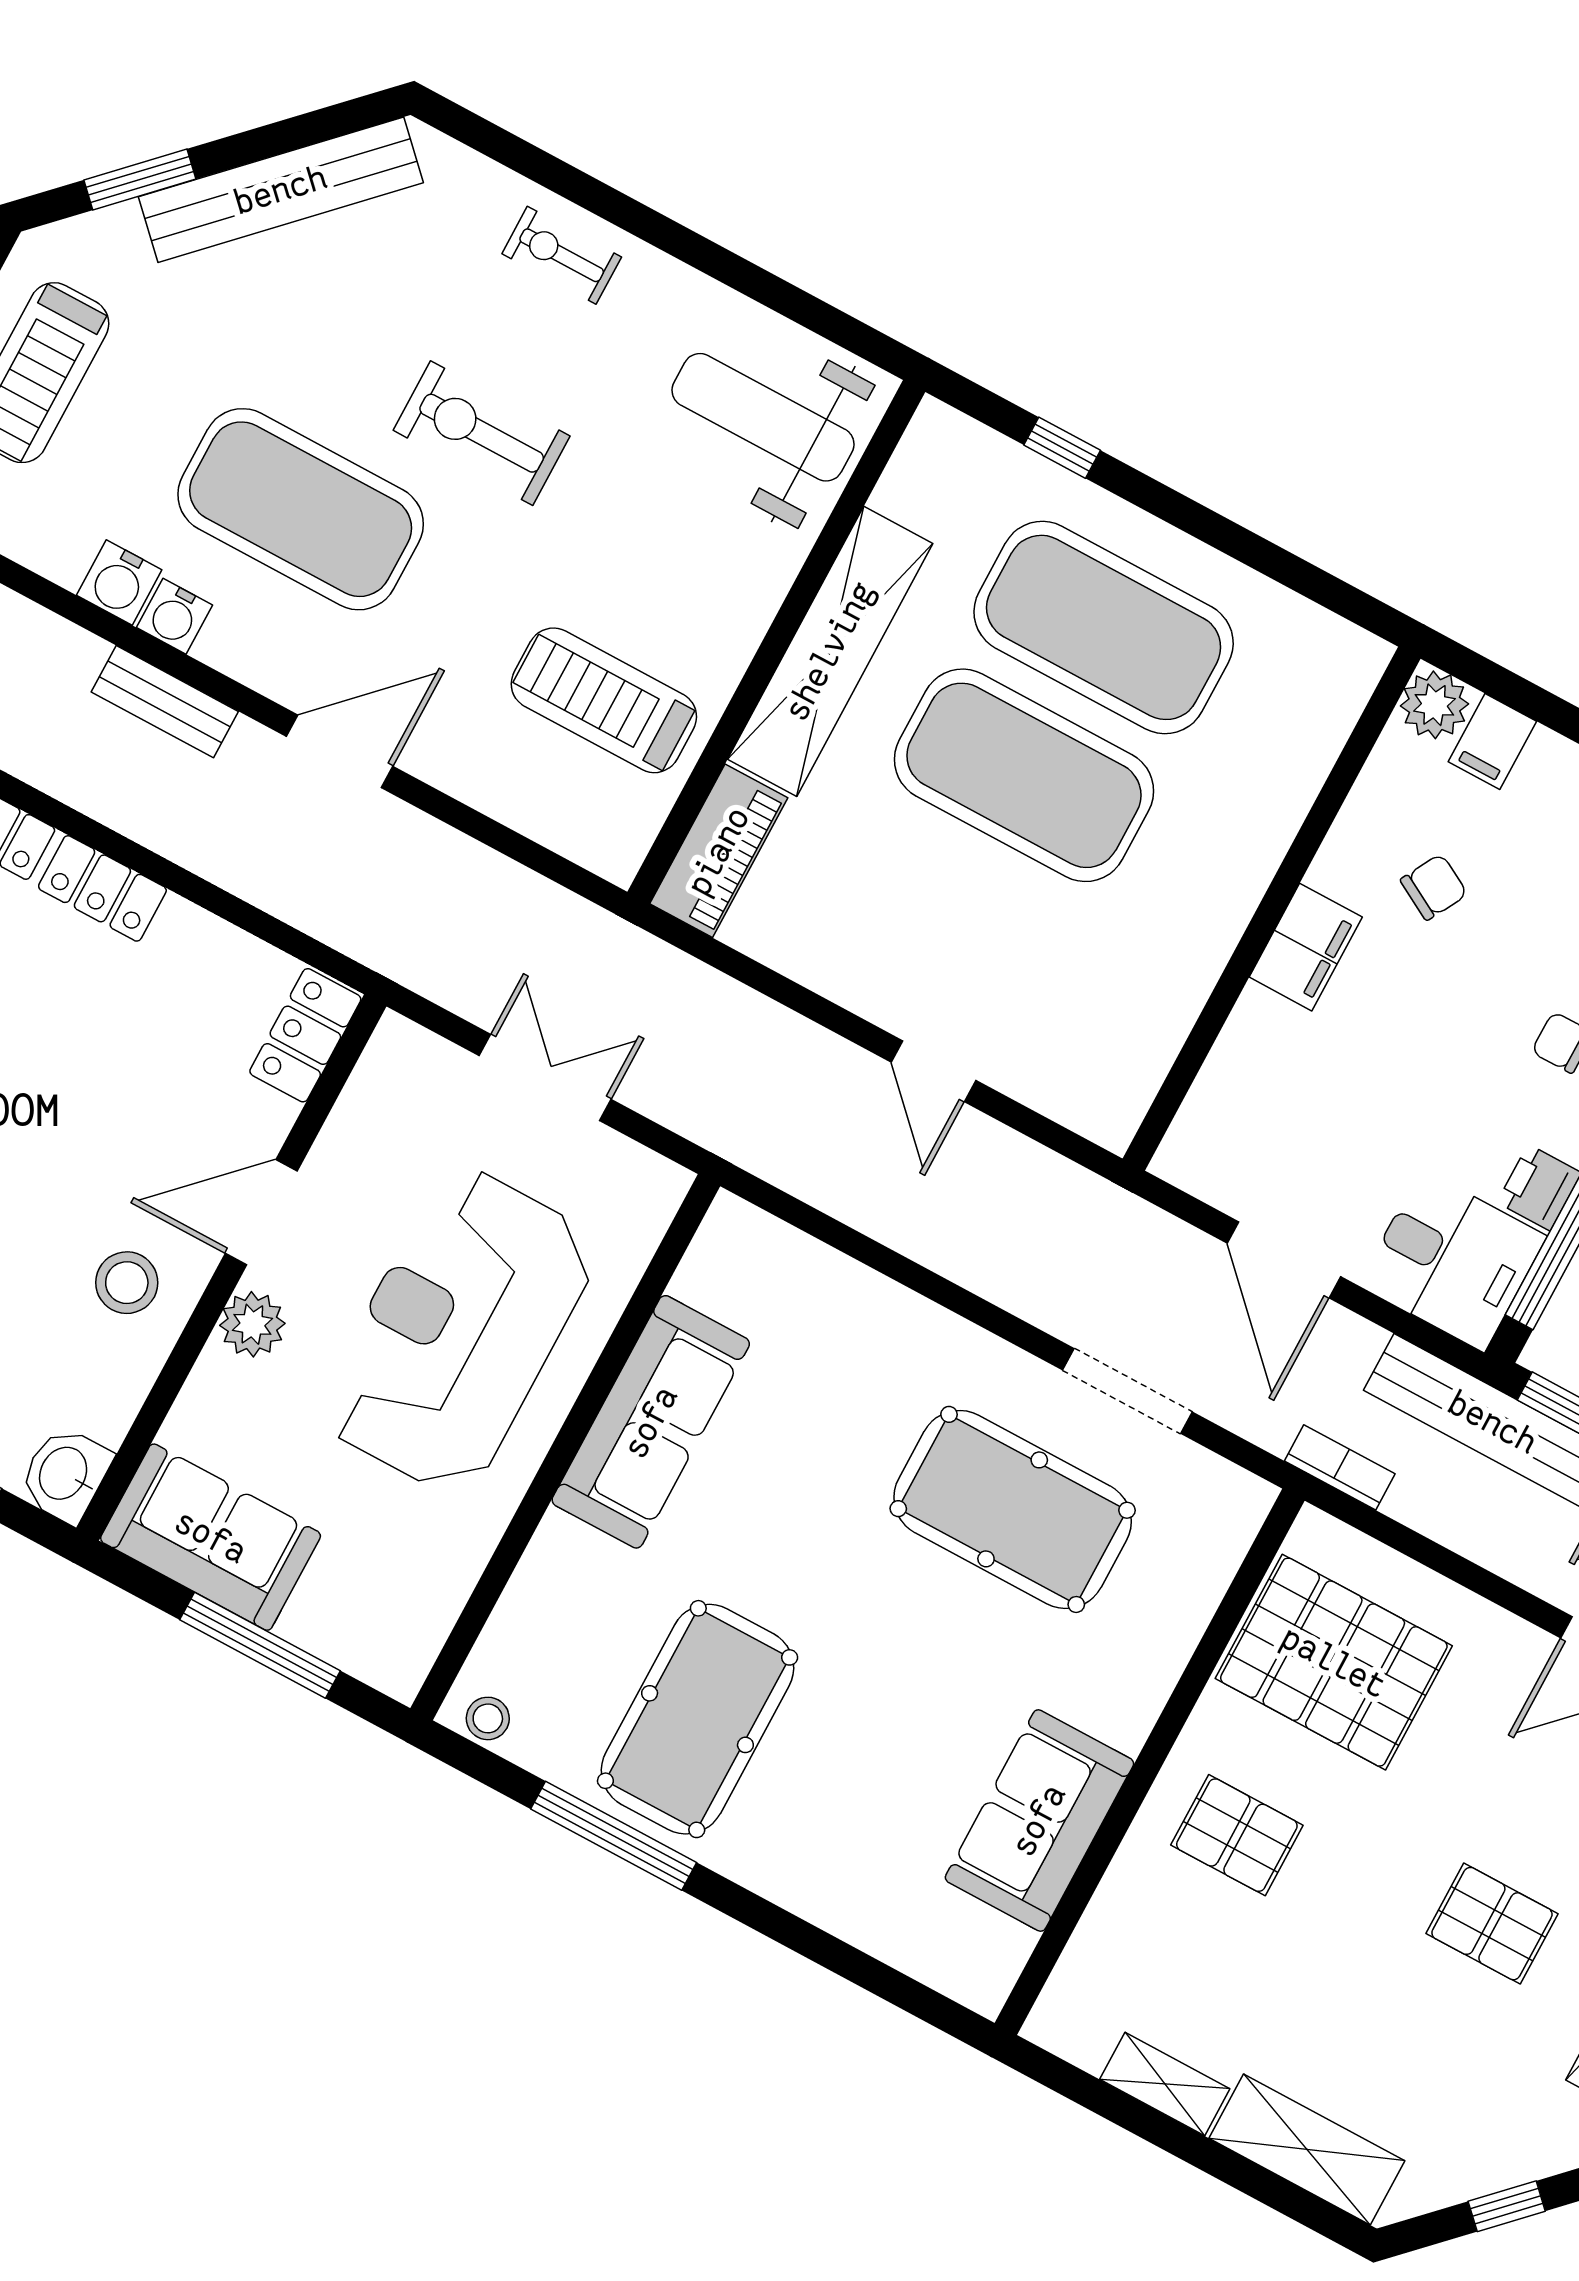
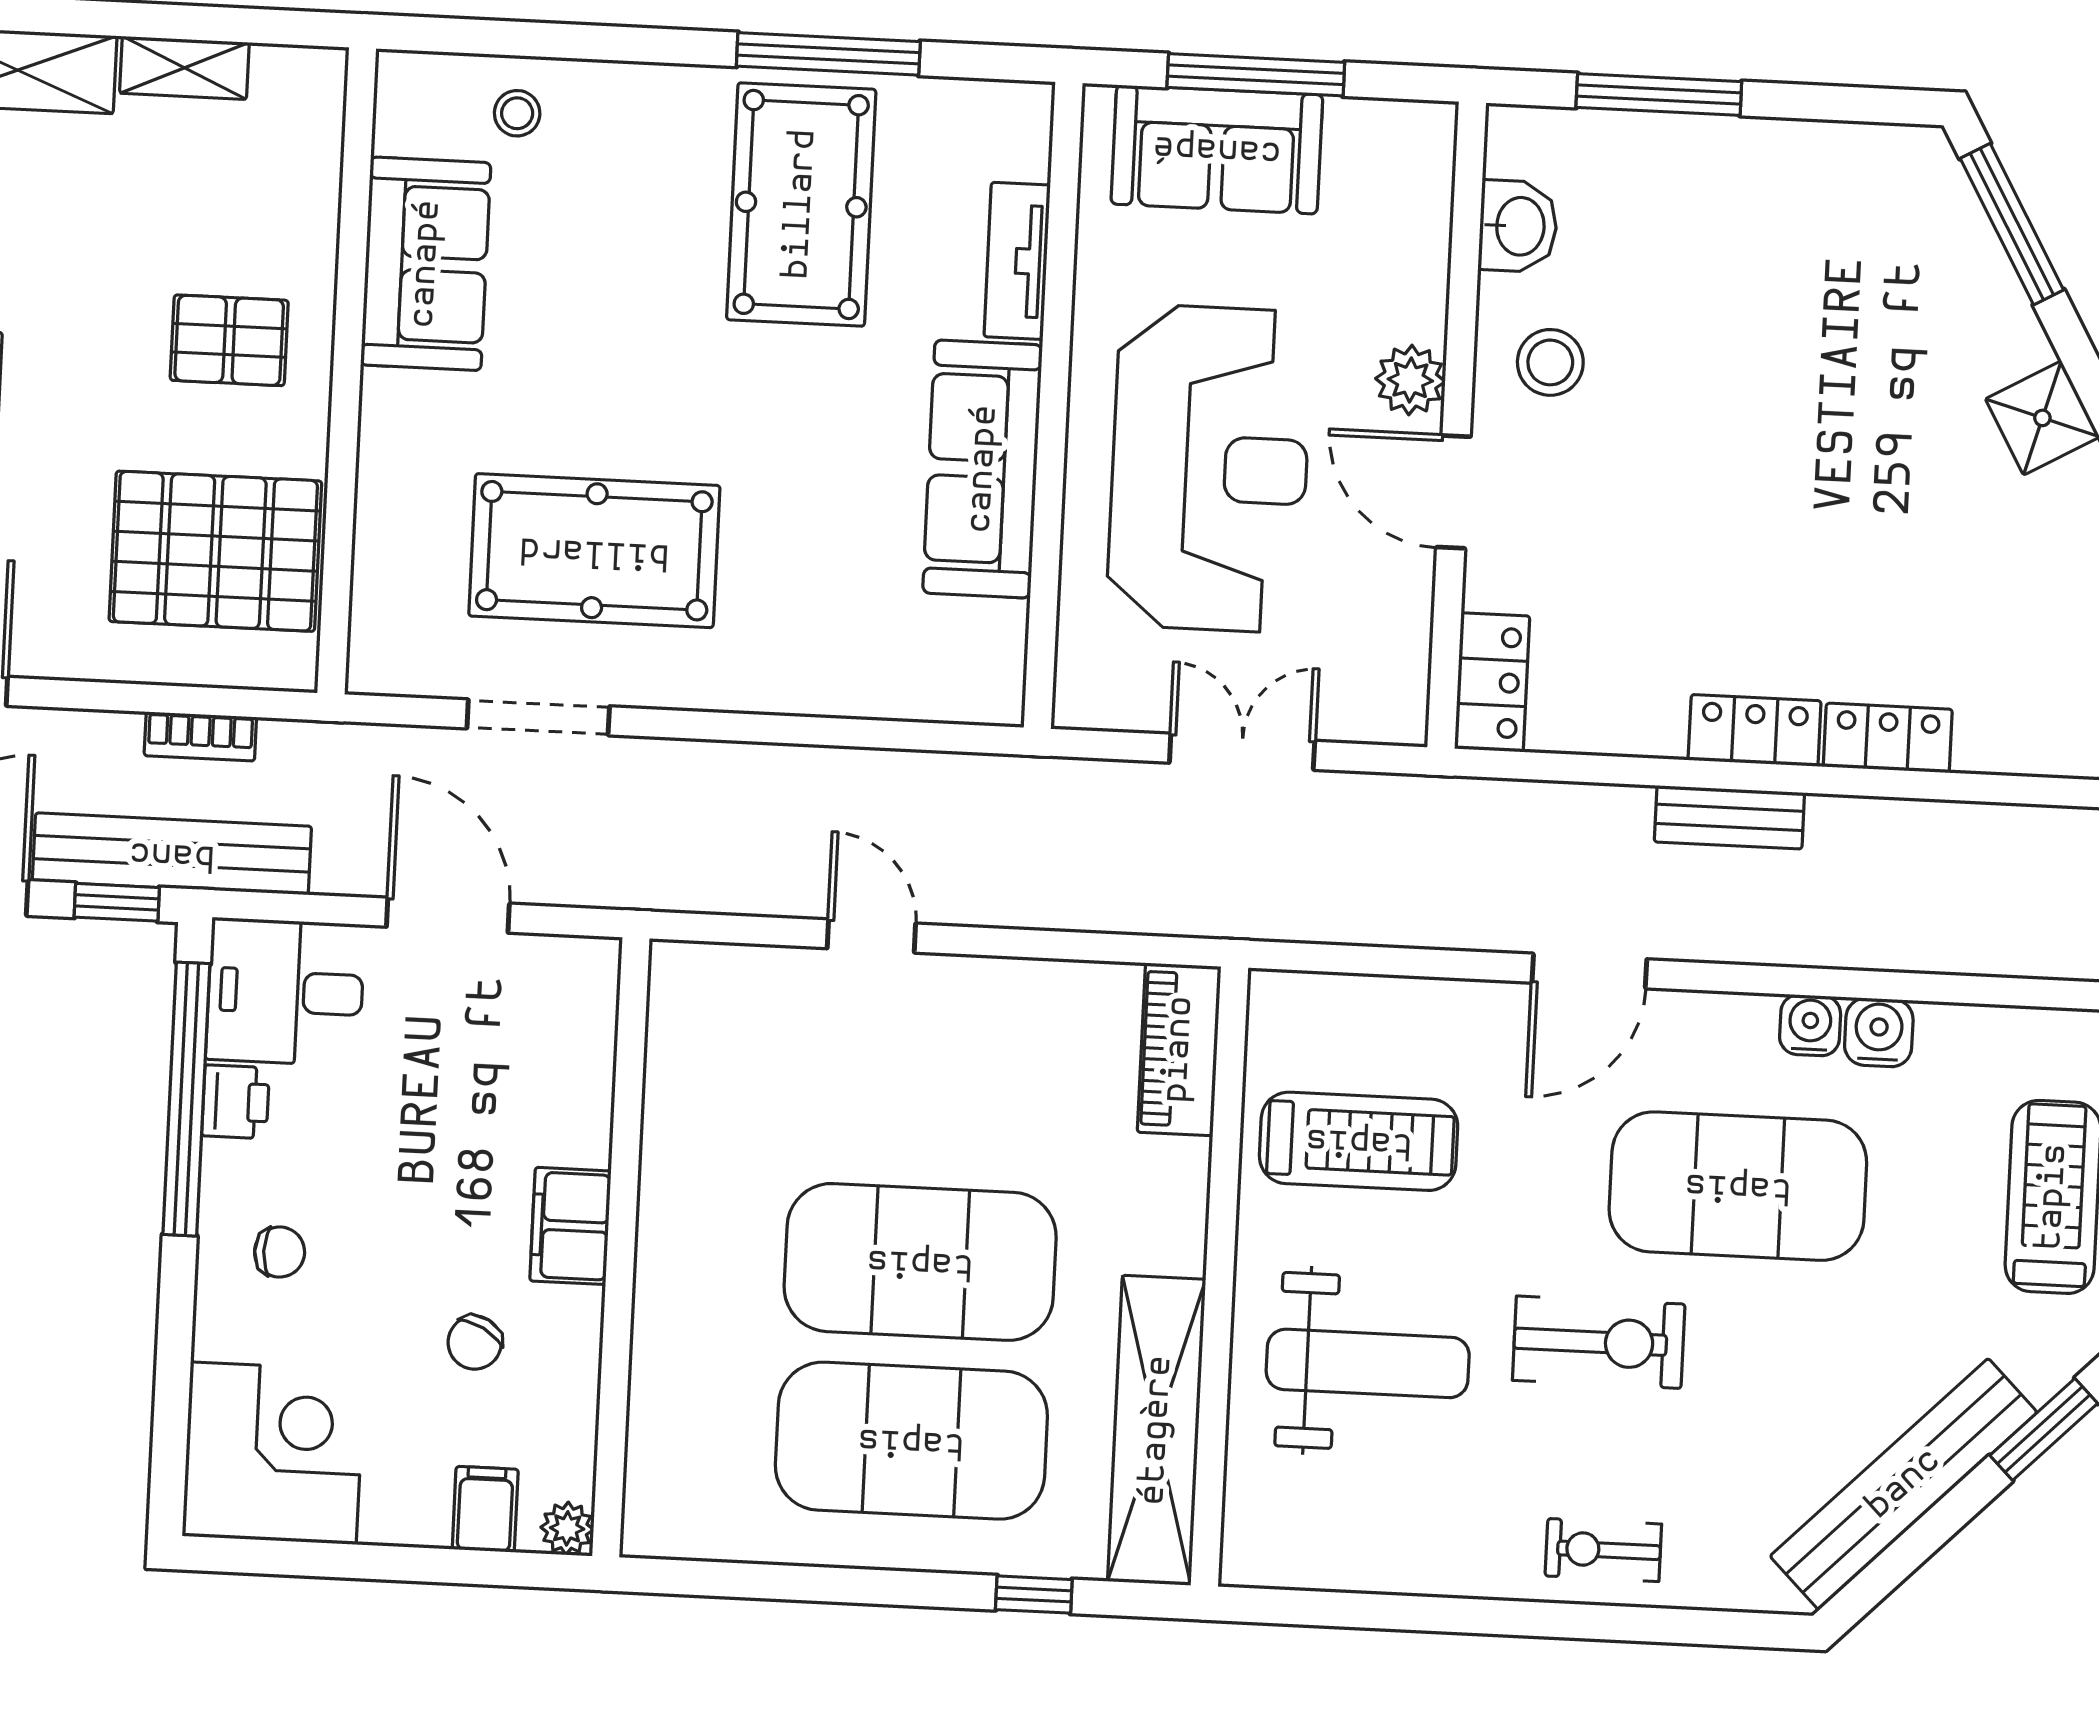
exercise bike: (562, 255) -> (1603, 1550), turned 180
weight bench: (763, 417) -> (1368, 1363), moved
shelving: (830, 651) -> (1157, 1430), moved
bench: (165, 702) -> (1729, 817), moved
plant: (1434, 705) -> (567, 1528), width x0.73, depth x0.73
double door: (545, 1077) -> (1242, 752), swing flipped
door: (261, 1212) -> (1453, 492), swing flipped
bookcase: (1340, 1467) -> (200, 736), moved
washbasin: (65, 1474) -> (1518, 226), moved
sofa: (211, 1537) -> (1217, 149), moved
tv unit: (537, 1584) -> (1017, 261), added
stool: (488, 1718) -> (517, 113), moved

